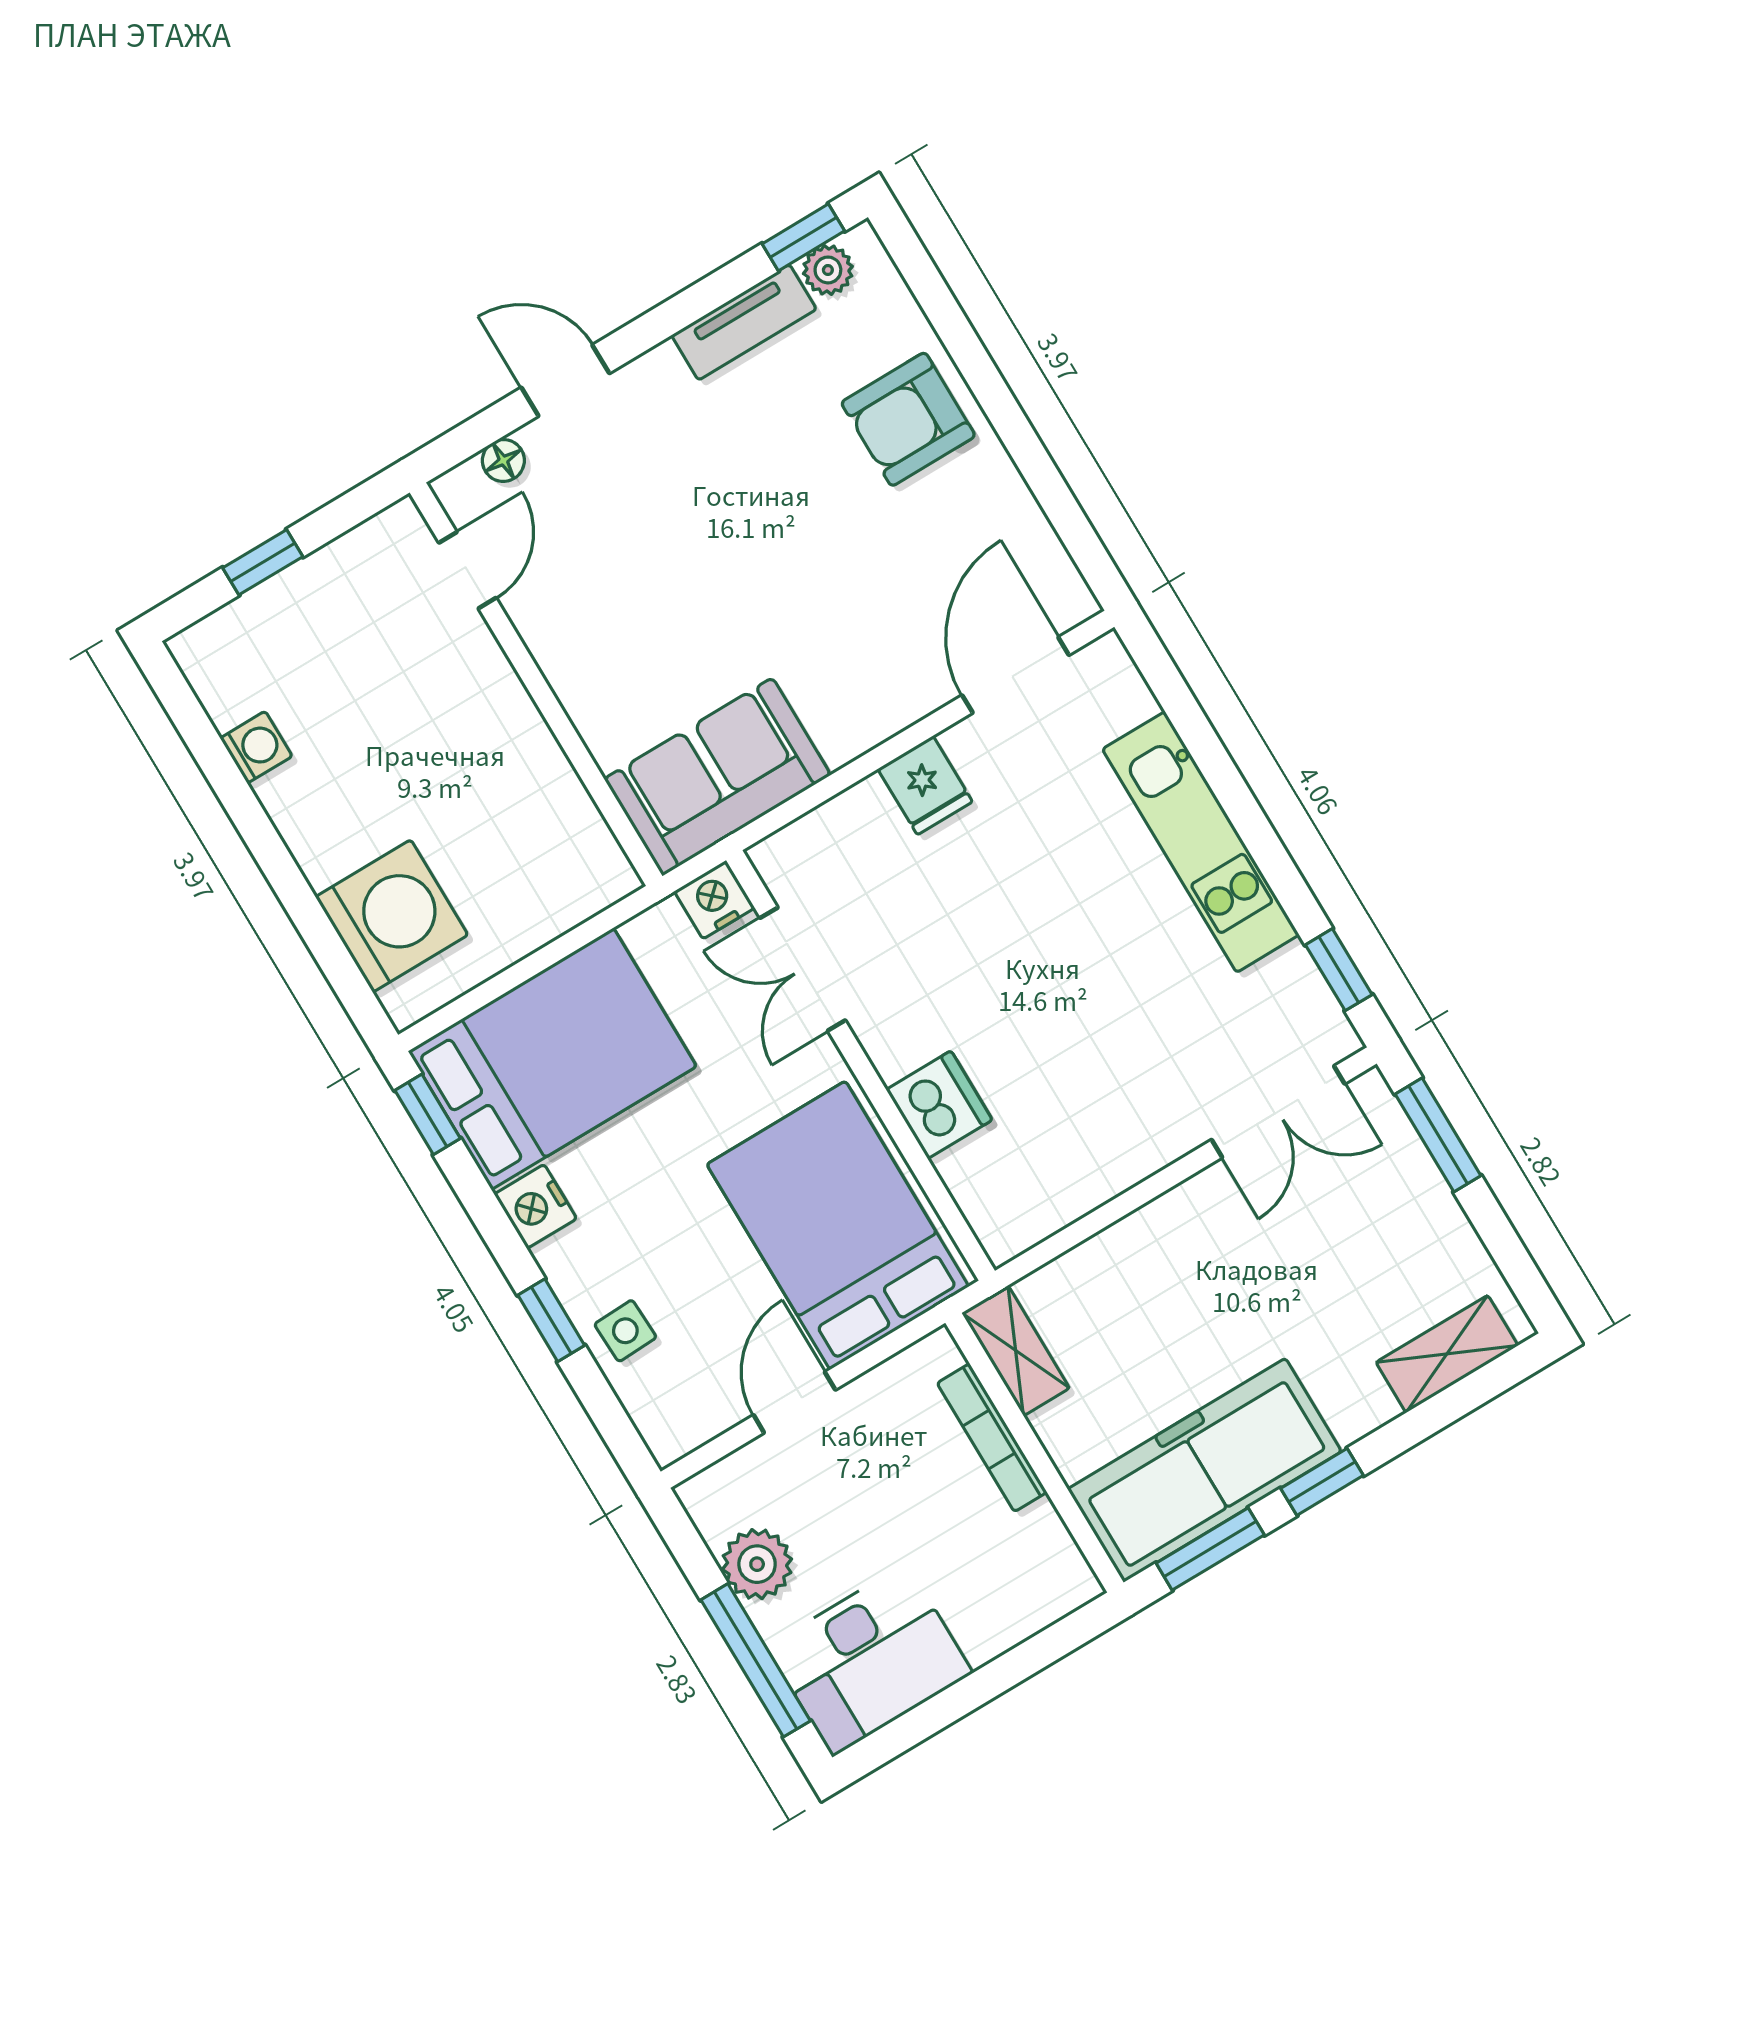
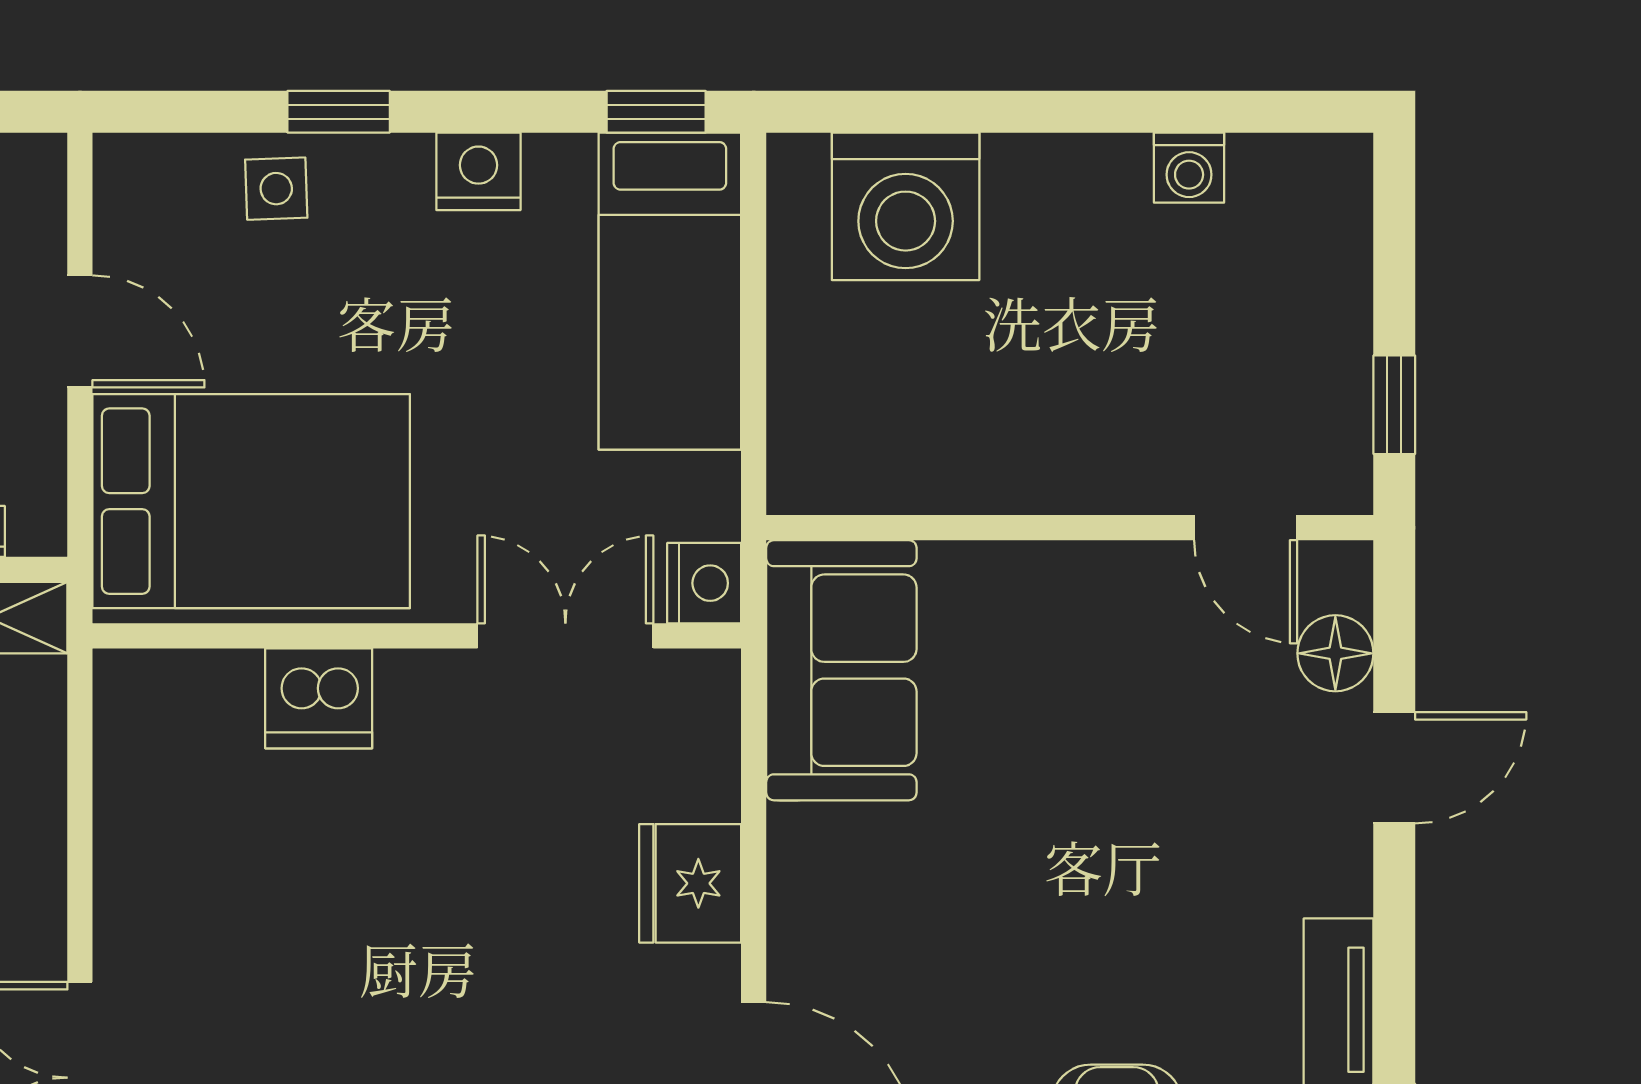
floor lamp: (503, 461) -> (1335, 653), width x1.37, depth x1.37
window: (263, 562) -> (1394, 405), moved
fridge: (925, 785) -> (690, 883), width x1.38
bed: (552, 1059) -> (670, 291), width x0.67

